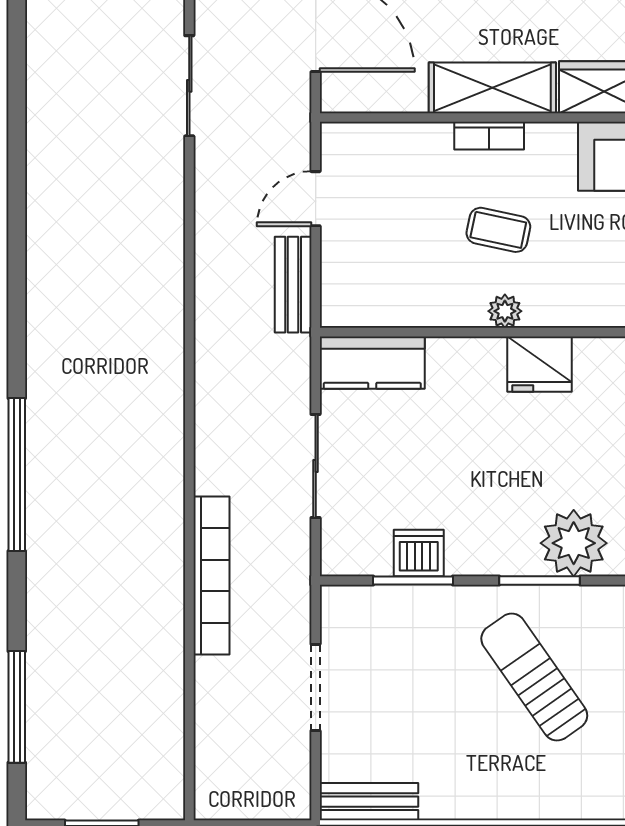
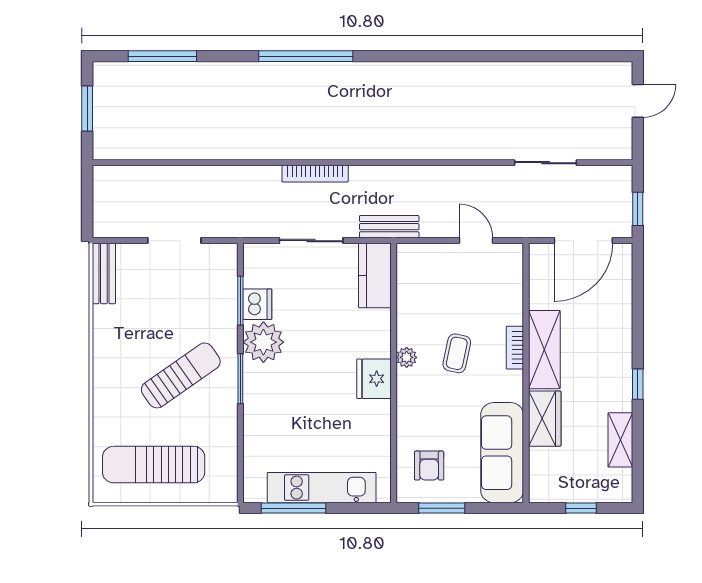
bench: (293, 285) -> (389, 227), moved
plant: (574, 543) -> (263, 342), moved
bookcase: (211, 575) -> (315, 174), moved, width x0.68, depth x0.76

